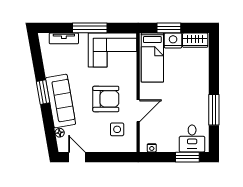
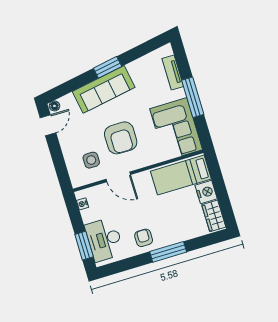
window: (169, 28) -> (219, 183), removed
armchair: (196, 105) -> (144, 238), added
window: (214, 110) -> (168, 252), moved
floor lamp: (60, 133) -> (54, 106), moved
desk: (192, 138) -> (104, 240), width x1.37

